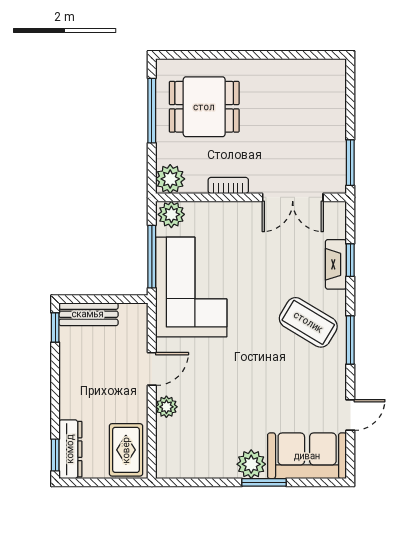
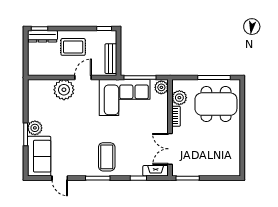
dining table: (204, 107) -> (216, 104), width x1.38
plant: (170, 179) -> (179, 98), moved
fireplace: (336, 264) -> (156, 171), moved
bench: (88, 314) -> (111, 59), moved
coffee table: (308, 322) -> (107, 157), turned -31
door: (152, 369) -> (83, 77), swing flipped
plant: (166, 407) -> (64, 90), width x1.88, depth x1.88
rug: (126, 450) -> (73, 47), moved

